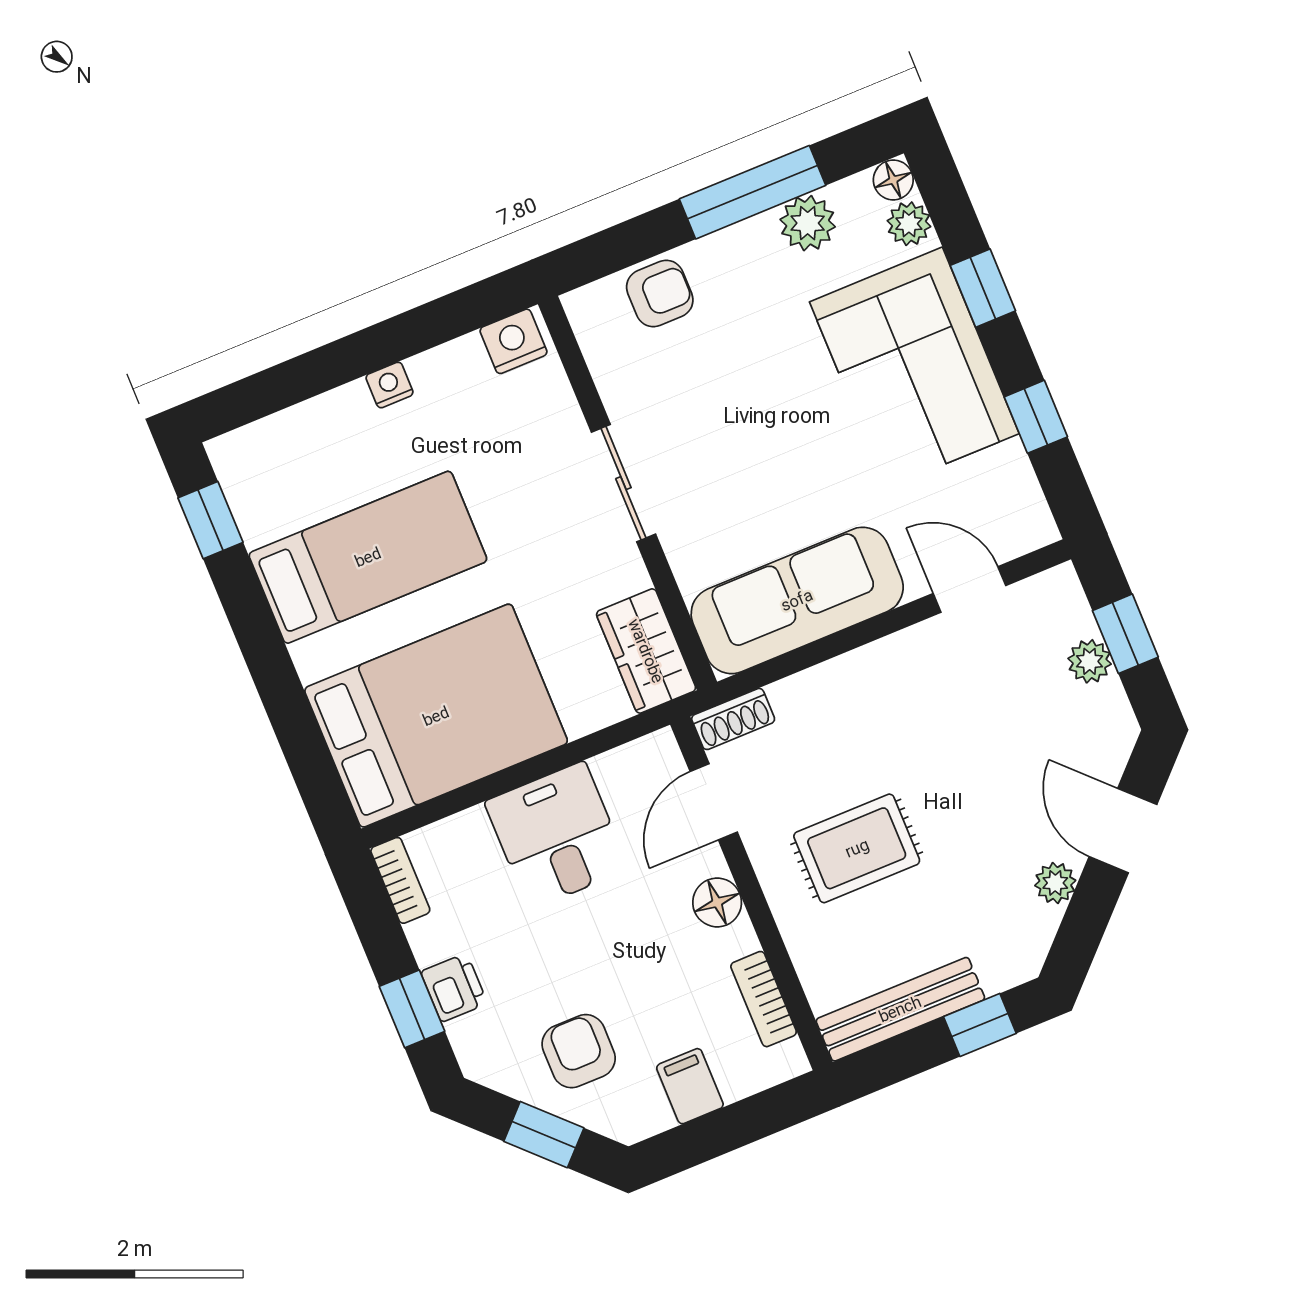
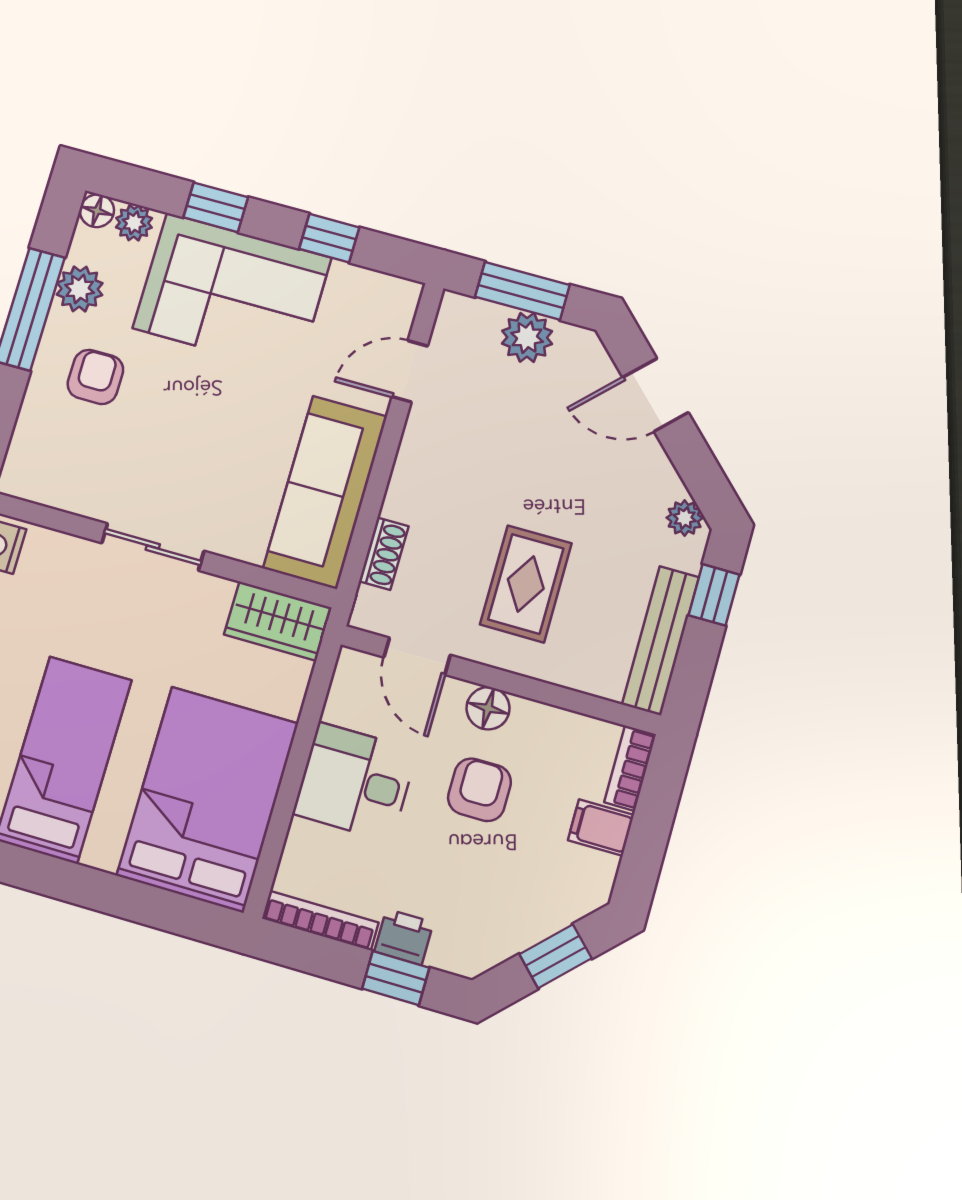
armchair: (660, 294) -> (95, 377), moved
window: (1125, 634) -> (522, 291), width x1.50
plant: (1090, 661) -> (527, 337), width x1.38, depth x1.38
shoe rack: (733, 719) -> (384, 554), moved
bookcase: (400, 880) -> (320, 921), width x1.56
plant: (1055, 883) -> (685, 518), moved
bookcase: (764, 999) -> (630, 768), moved, turned 90
armchair: (579, 1051) -> (479, 790), moved, turned 90

